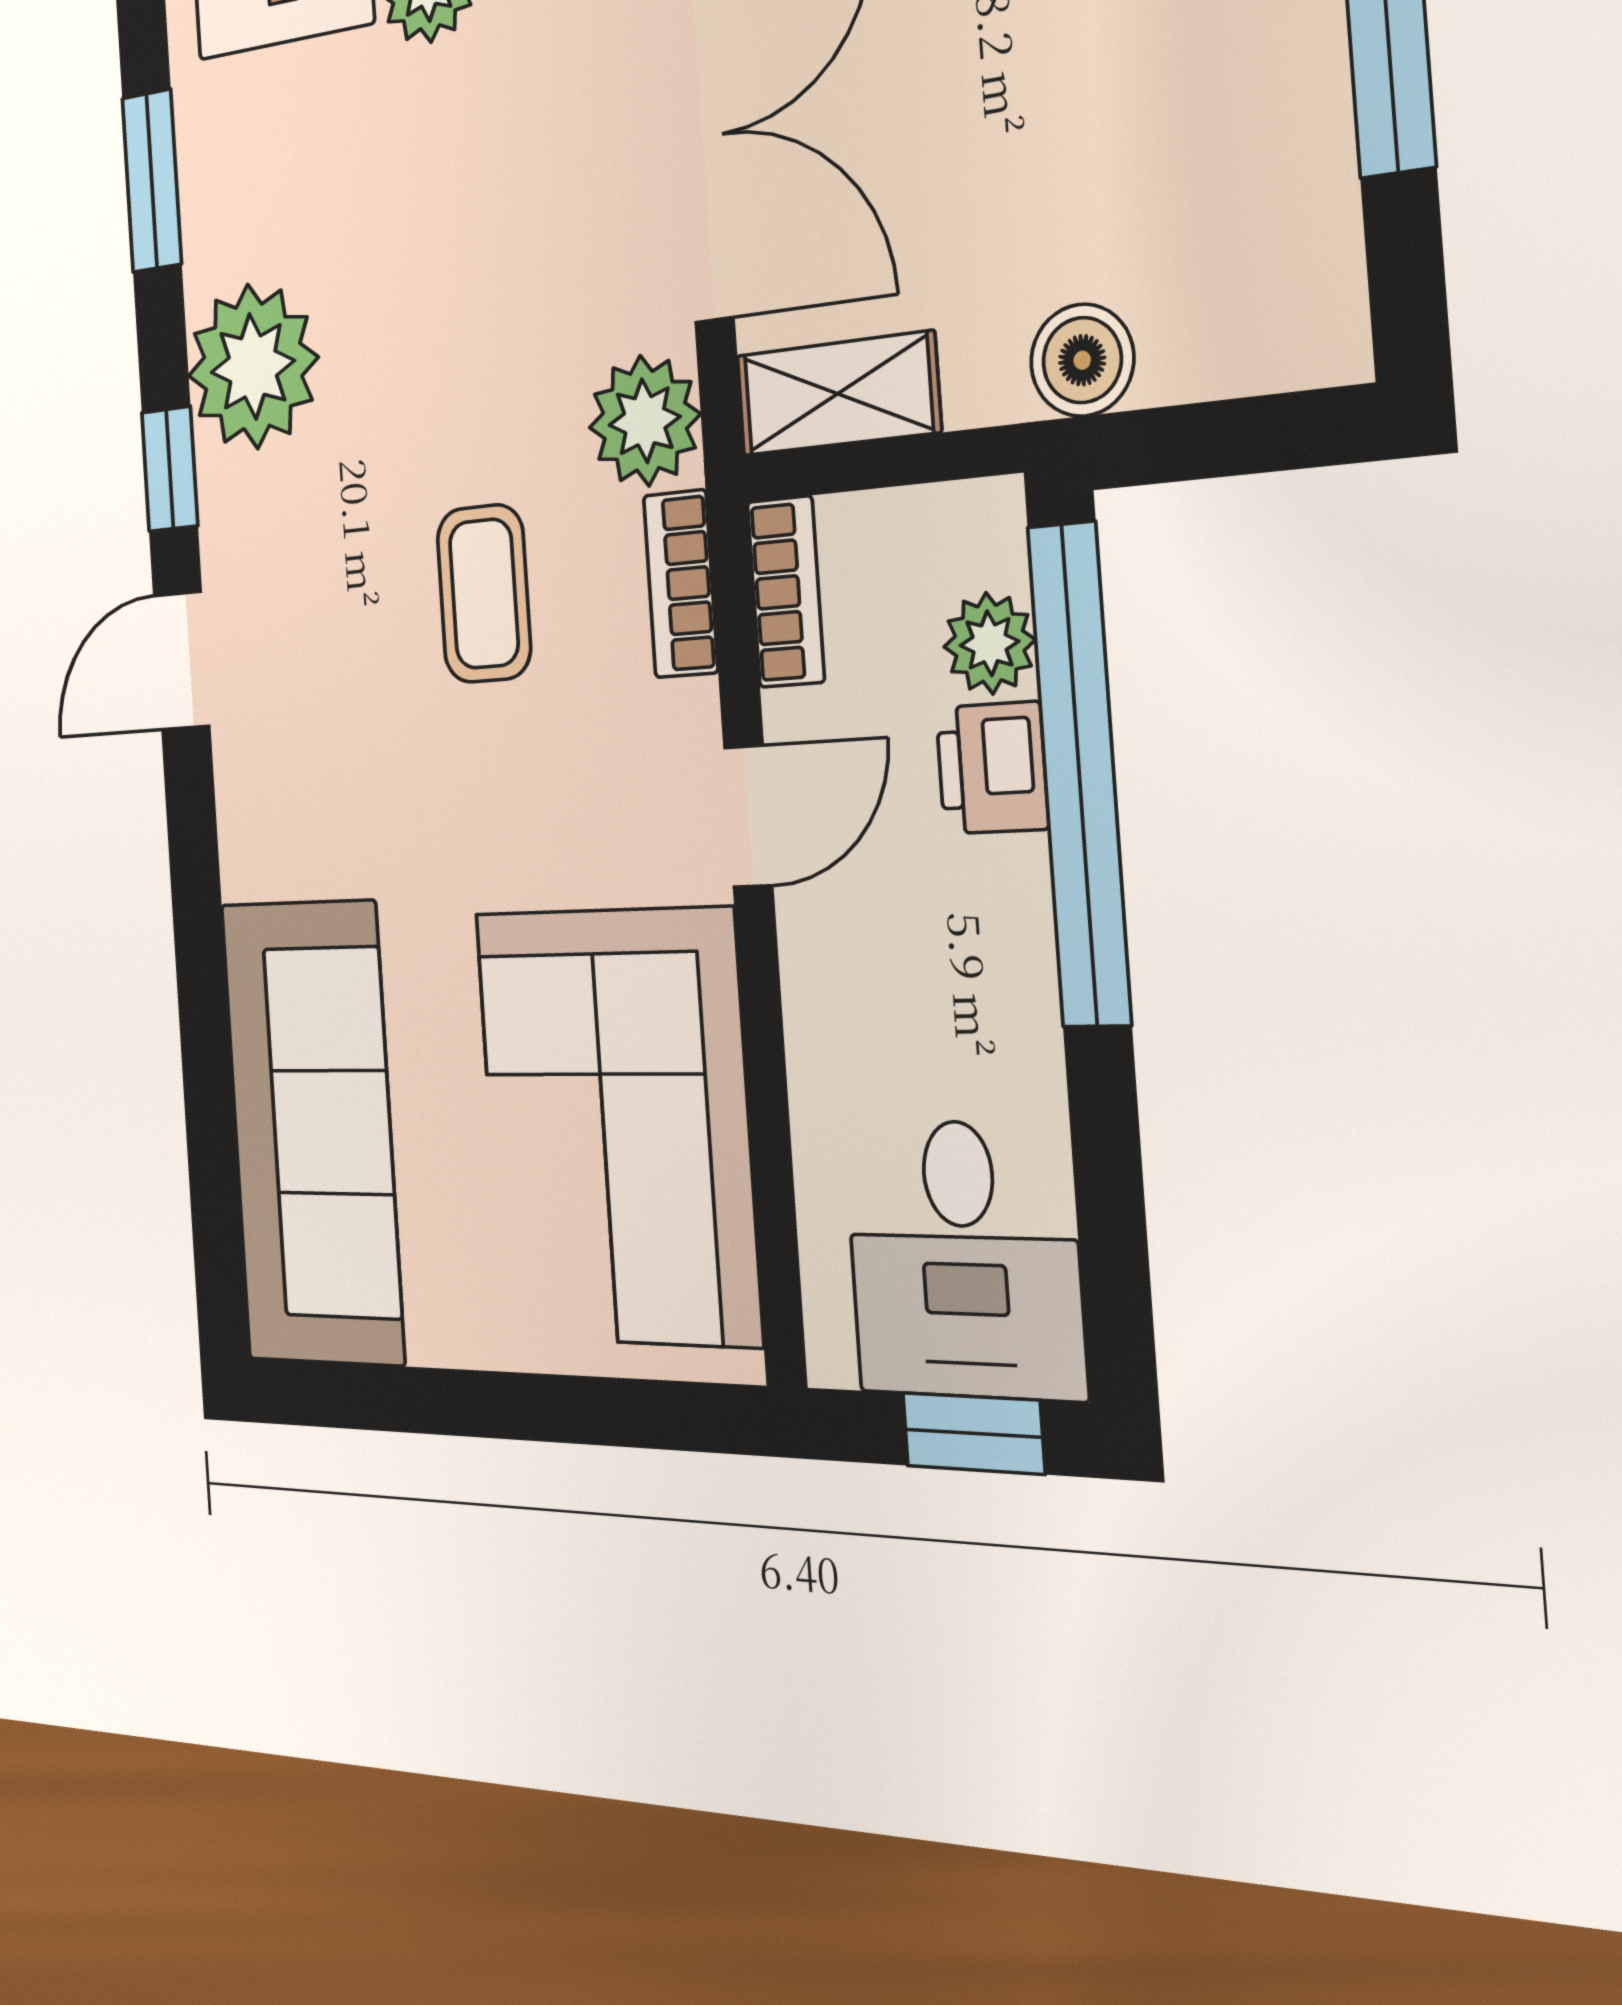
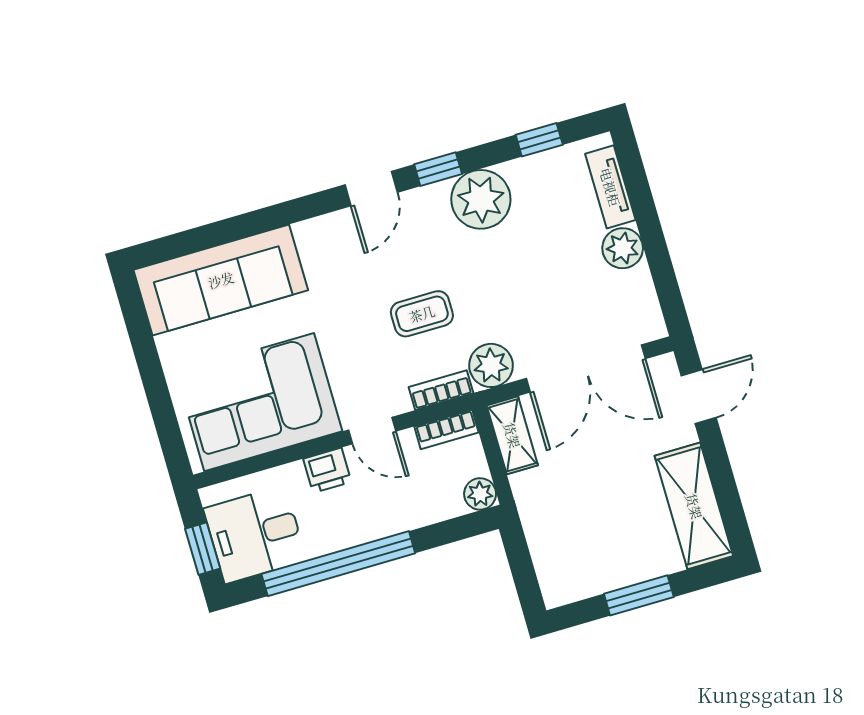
window: (152, 181) -> (539, 140), width x0.67
boiler: (1082, 360) -> (537, 517), removed
plant: (989, 643) -> (480, 494), moved
door: (182, 661) -> (371, 189), swing flipped
printer: (992, 768) -> (327, 470), moved, turned 180
window: (1079, 775) -> (338, 564), moved

